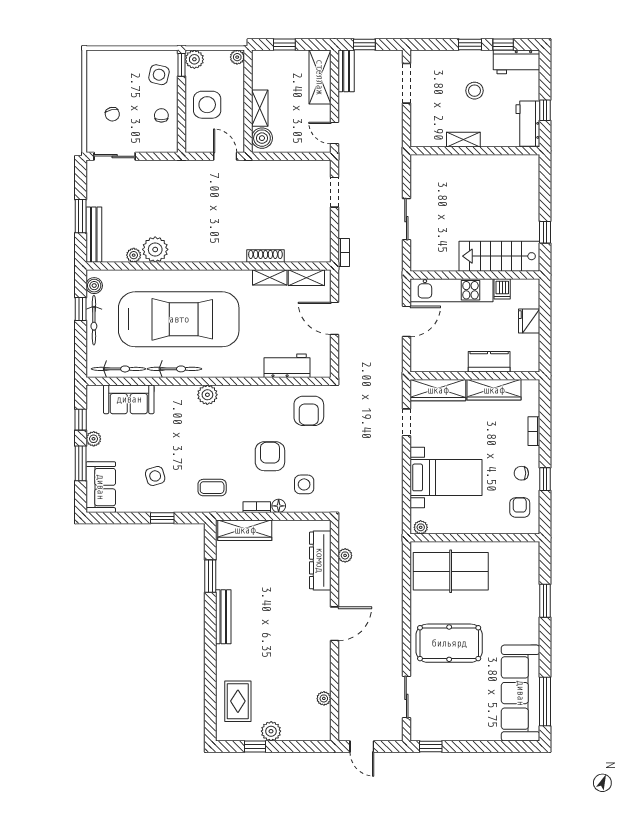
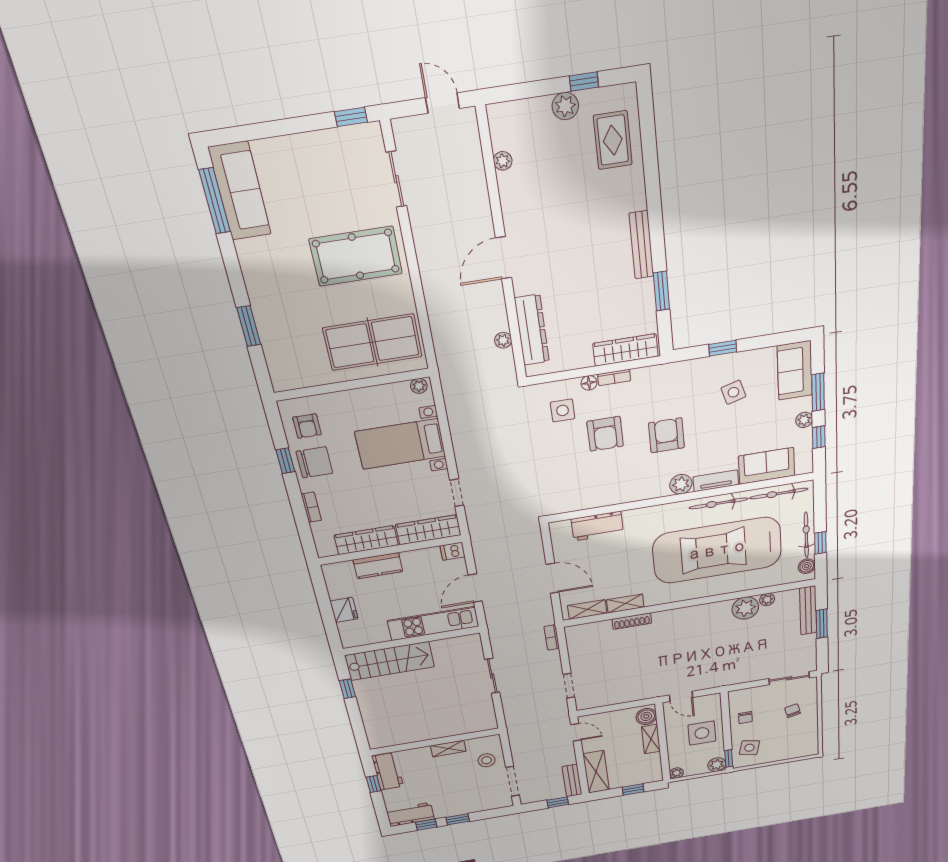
stool: (475, 91) -> (487, 760), moved
dishwasher: (502, 289) -> (453, 551), moved, turned -90
tv unit: (176, 393) -> (716, 481), added
armchair: (309, 411) -> (666, 435), moved
chair: (521, 473) -> (314, 462), width x1.87, depth x1.87
coffee table: (212, 488) -> (668, 390), removed
sofa: (521, 693) -> (240, 191), width x0.74, depth x0.79

